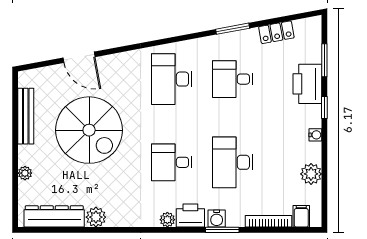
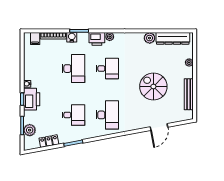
door: (79, 57) -> (159, 127), swing flipped
printer: (307, 84) -> (32, 99), moved
spiral stairs: (89, 130) -> (153, 87), width x0.73, depth x0.73
plant: (311, 174) -> (30, 130), moved
water cooler: (217, 219) -> (72, 37), moved

